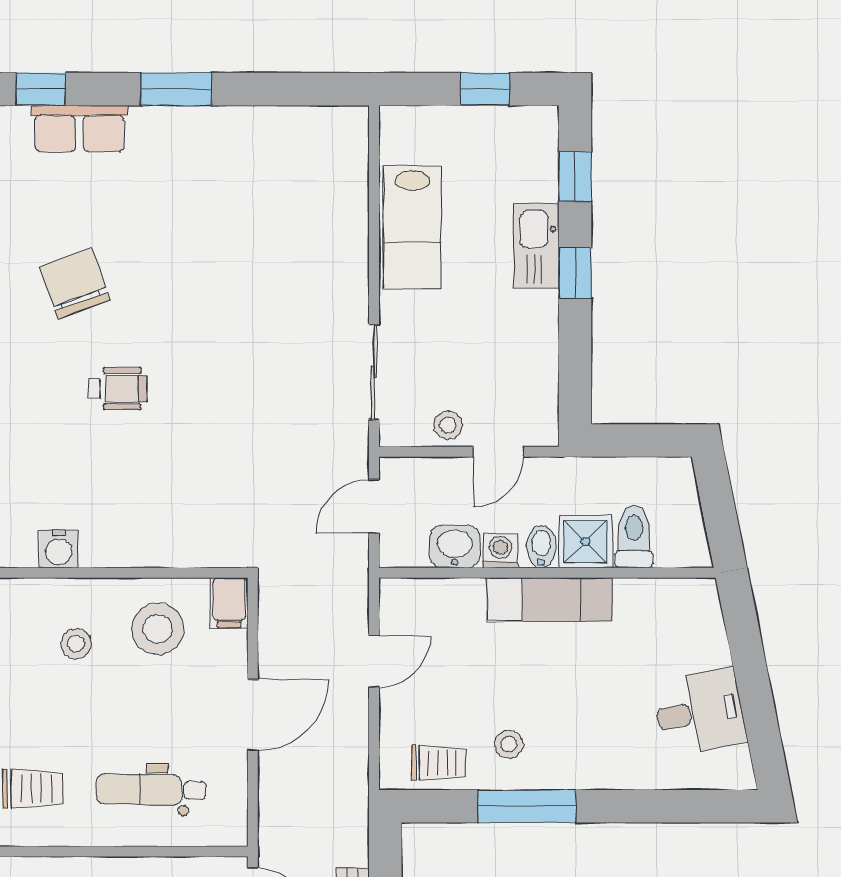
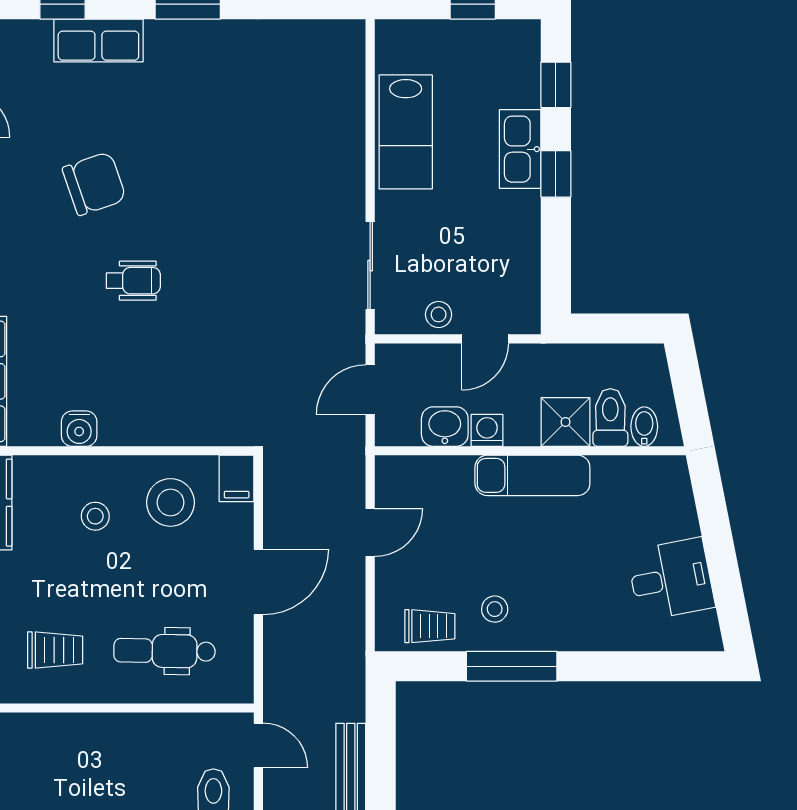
chair: (75, 283) -> (94, 184), turned 91
bidet: (541, 547) -> (644, 427), moved

